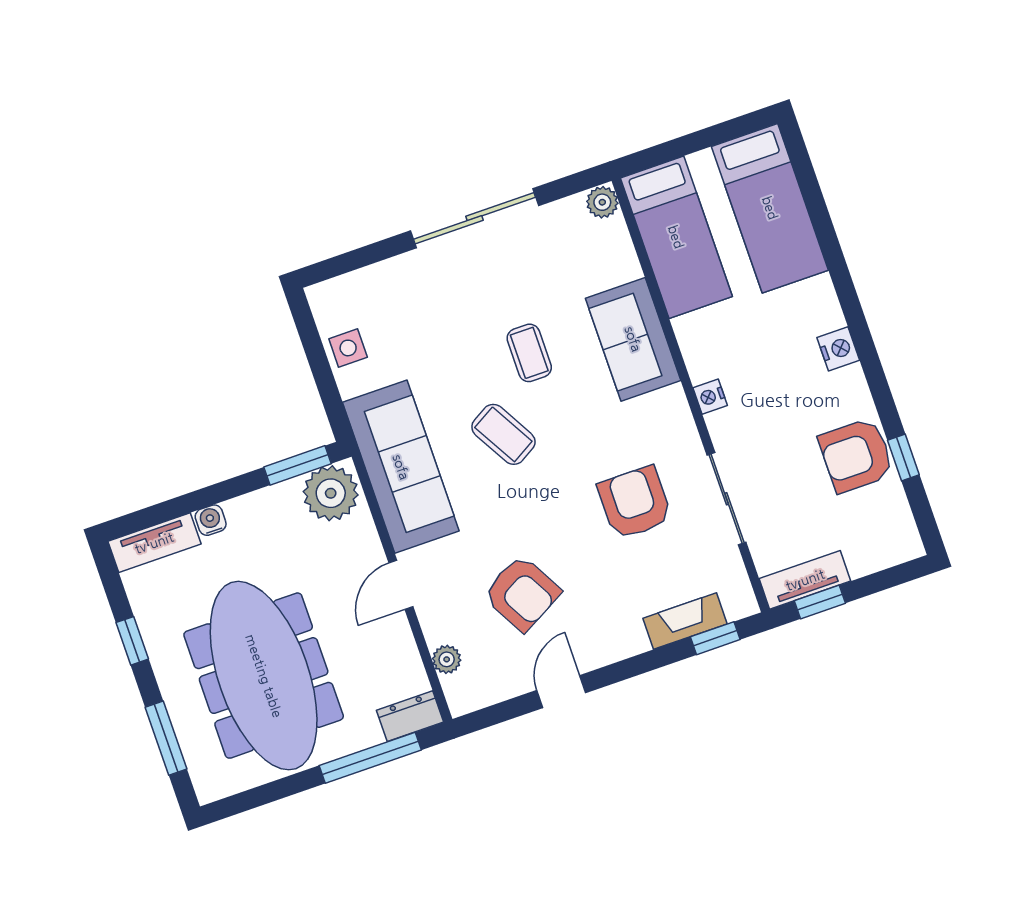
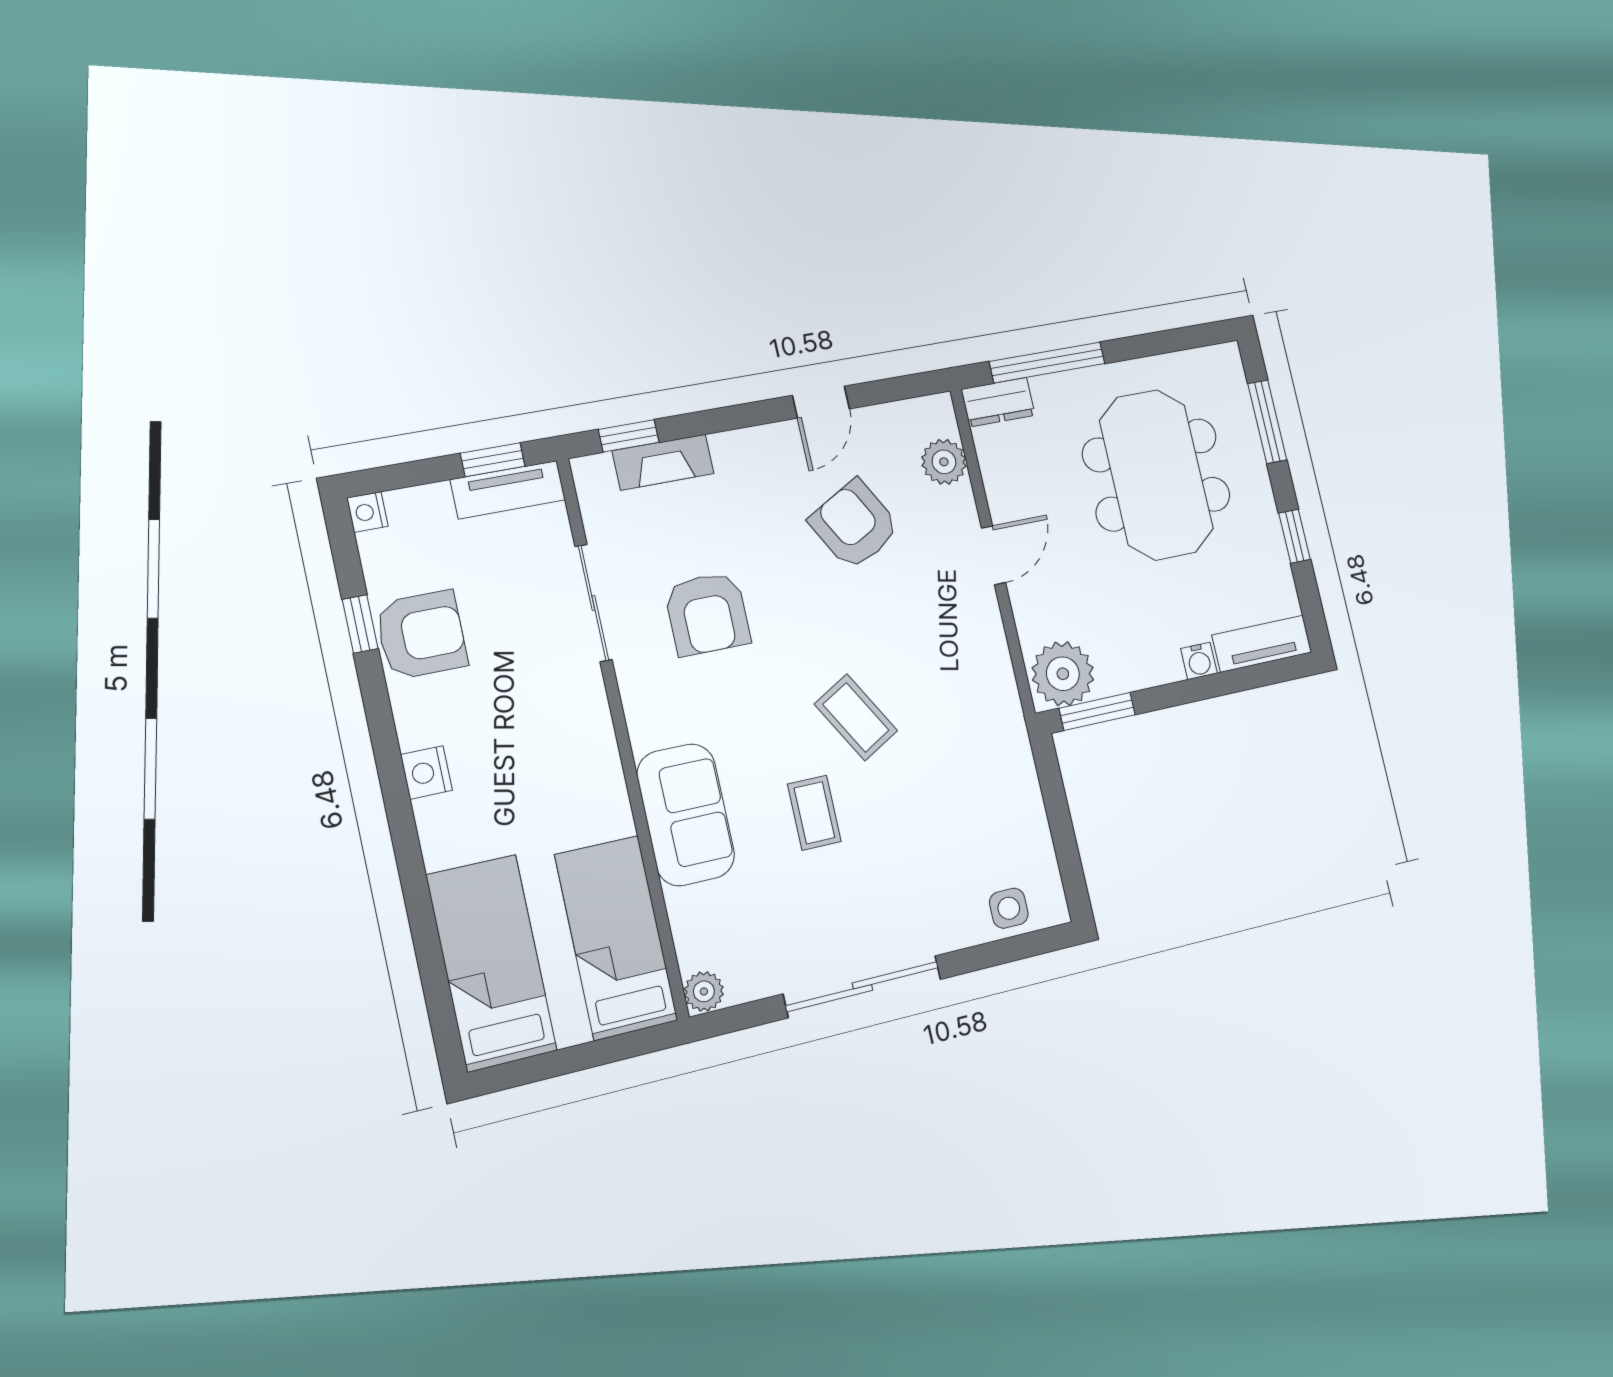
side table: (348, 348) -> (1009, 908), moved
nightstand: (710, 397) -> (367, 512), moved, turned 180
sofa: (401, 467) -> (980, 694), removed
plant: (447, 659) -> (944, 462), width x1.38, depth x1.38
meeting table: (264, 676) -> (1156, 475), width x0.73

